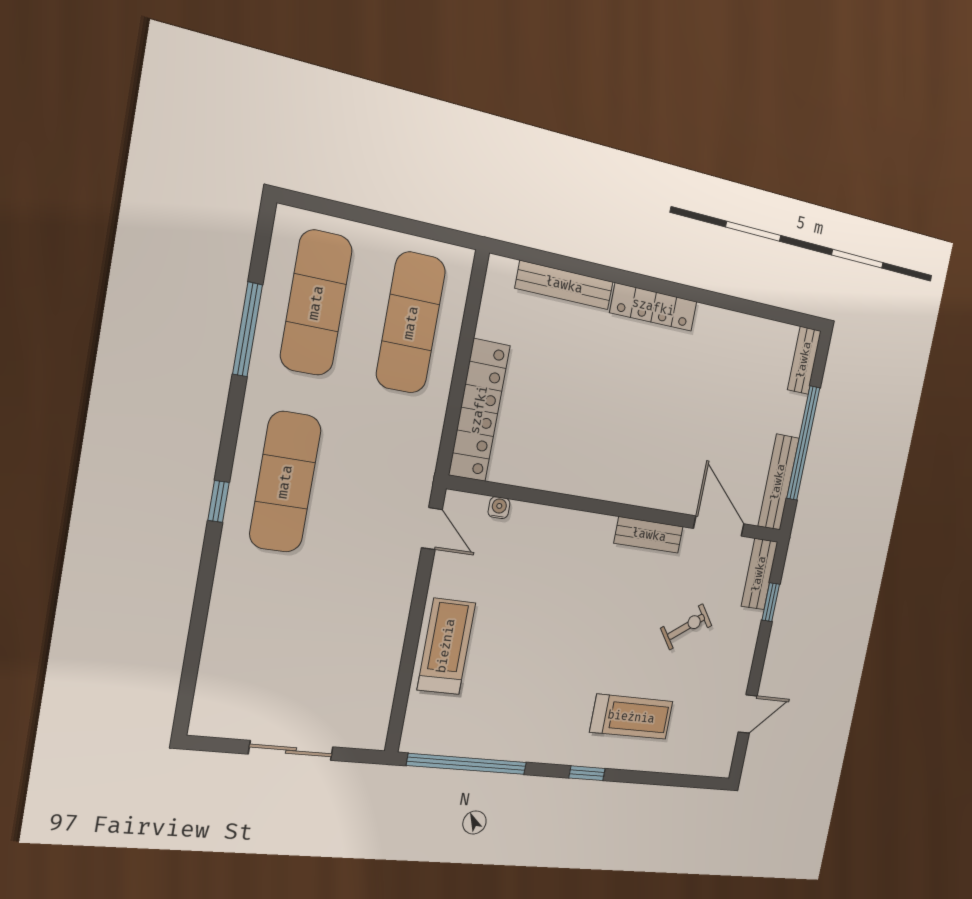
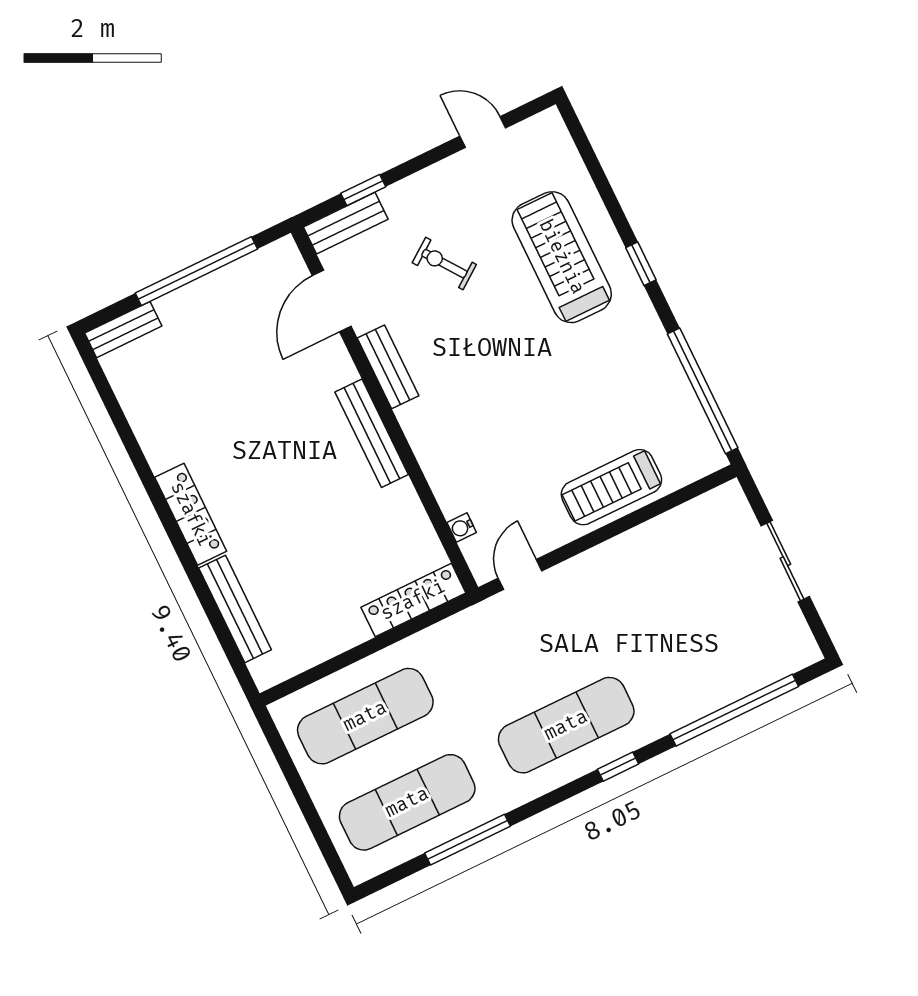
locker: (479, 410) -> (413, 600), width x0.71, depth x0.83
bench: (778, 482) -> (372, 433), moved, turned 90
window: (197, 632) -> (734, 710), added
treadmill: (631, 717) -> (562, 257), width x1.37, depth x1.38

